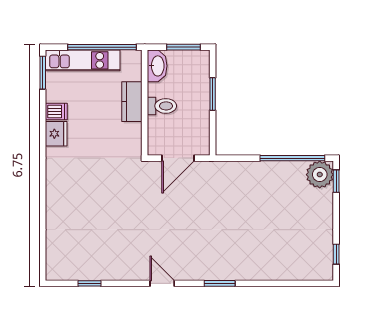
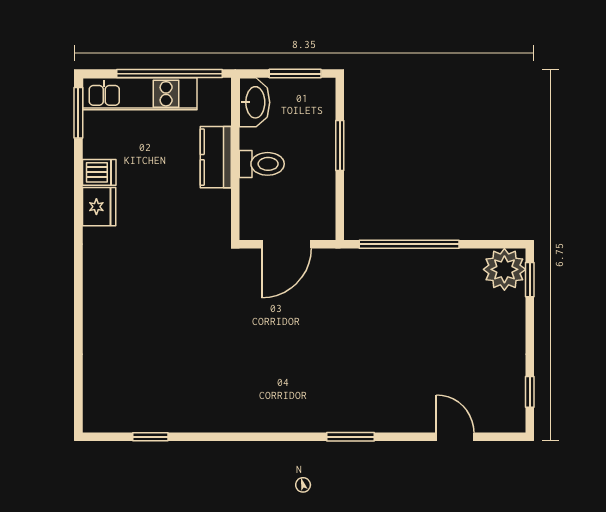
window: (292, 158) -> (409, 244), moved
door: (162, 283) -> (455, 437), moved

